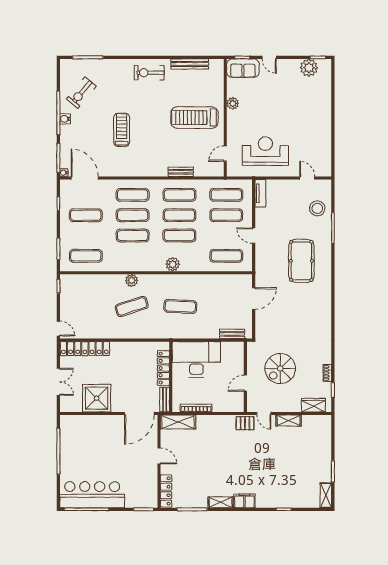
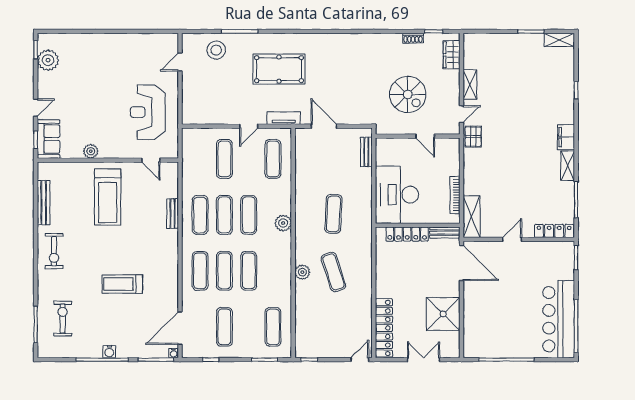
exercise bike: (81, 93) -> (63, 319), moved, turned -130
tv unit: (260, 193) -> (284, 118), moved
exercise mat: (226, 195) -> (200, 159), removed

